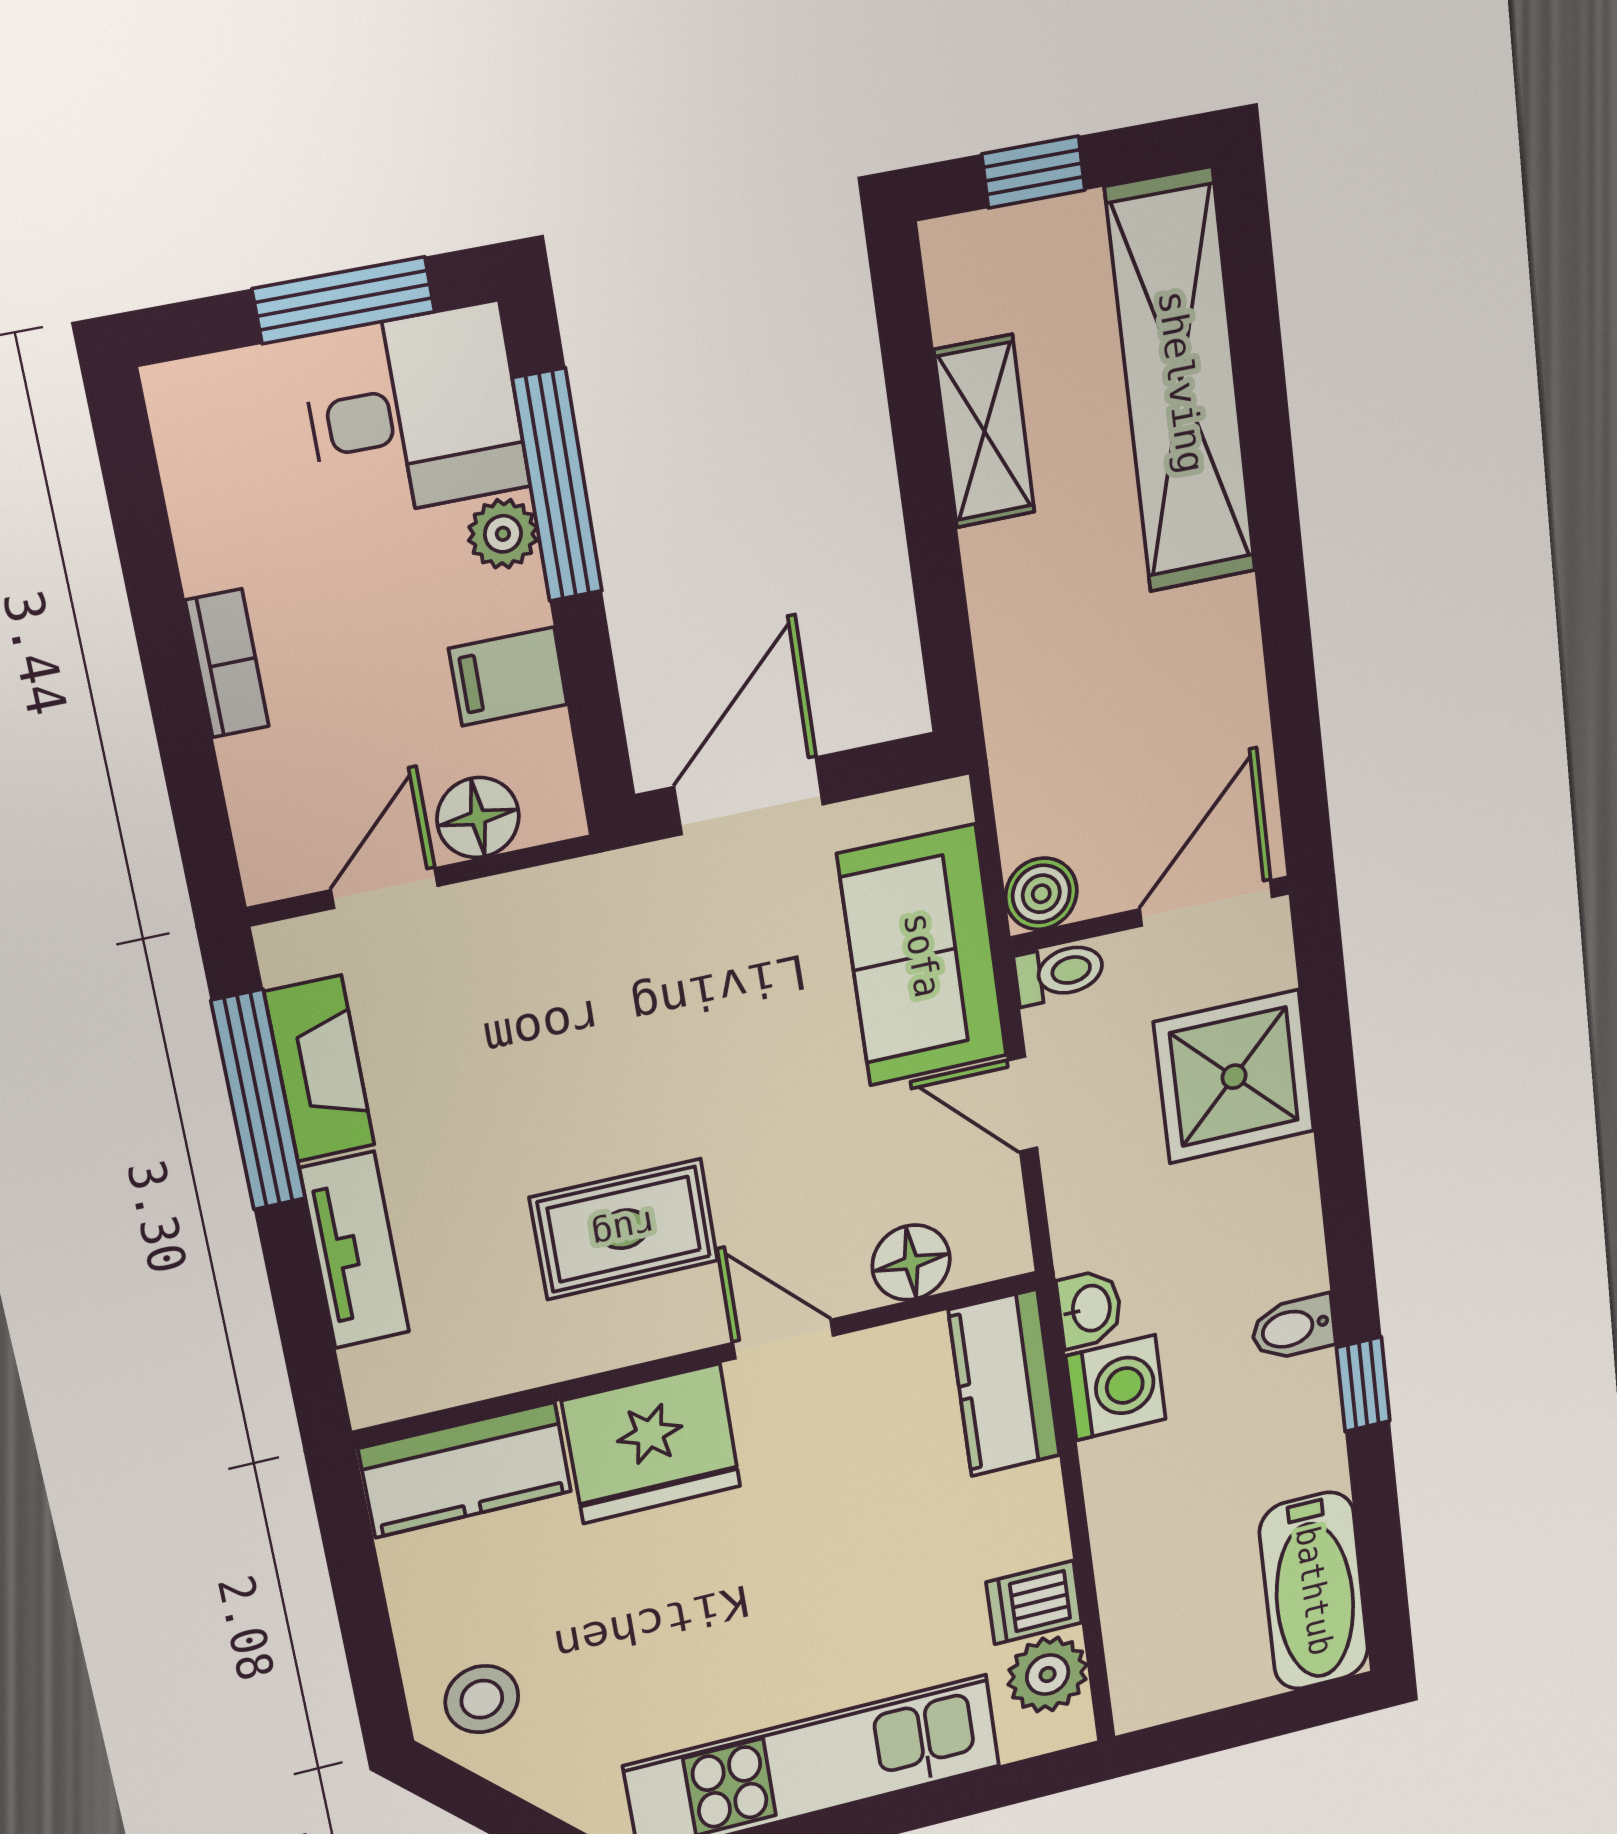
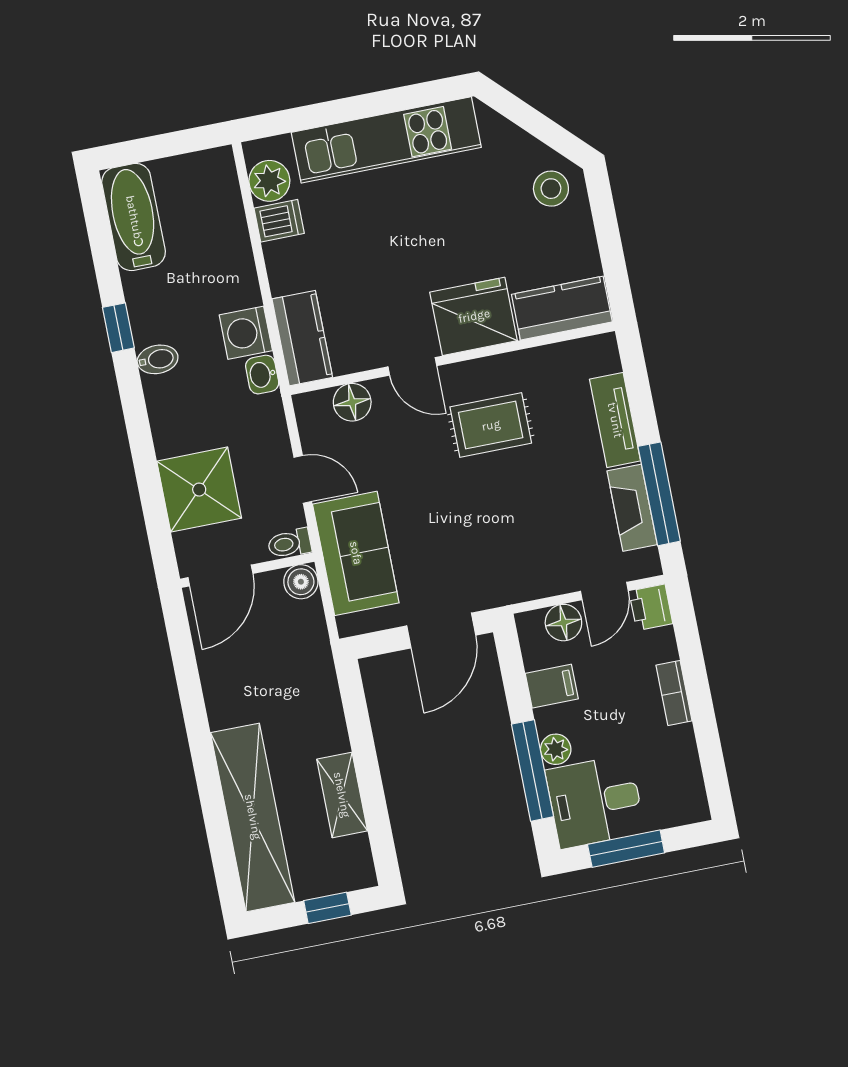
printer: (279, 855) -> (651, 607), added

